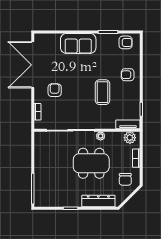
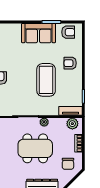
sofa: (78, 43) -> (39, 33), moved
coffee table: (102, 92) -> (46, 80), width x1.36, depth x1.32

